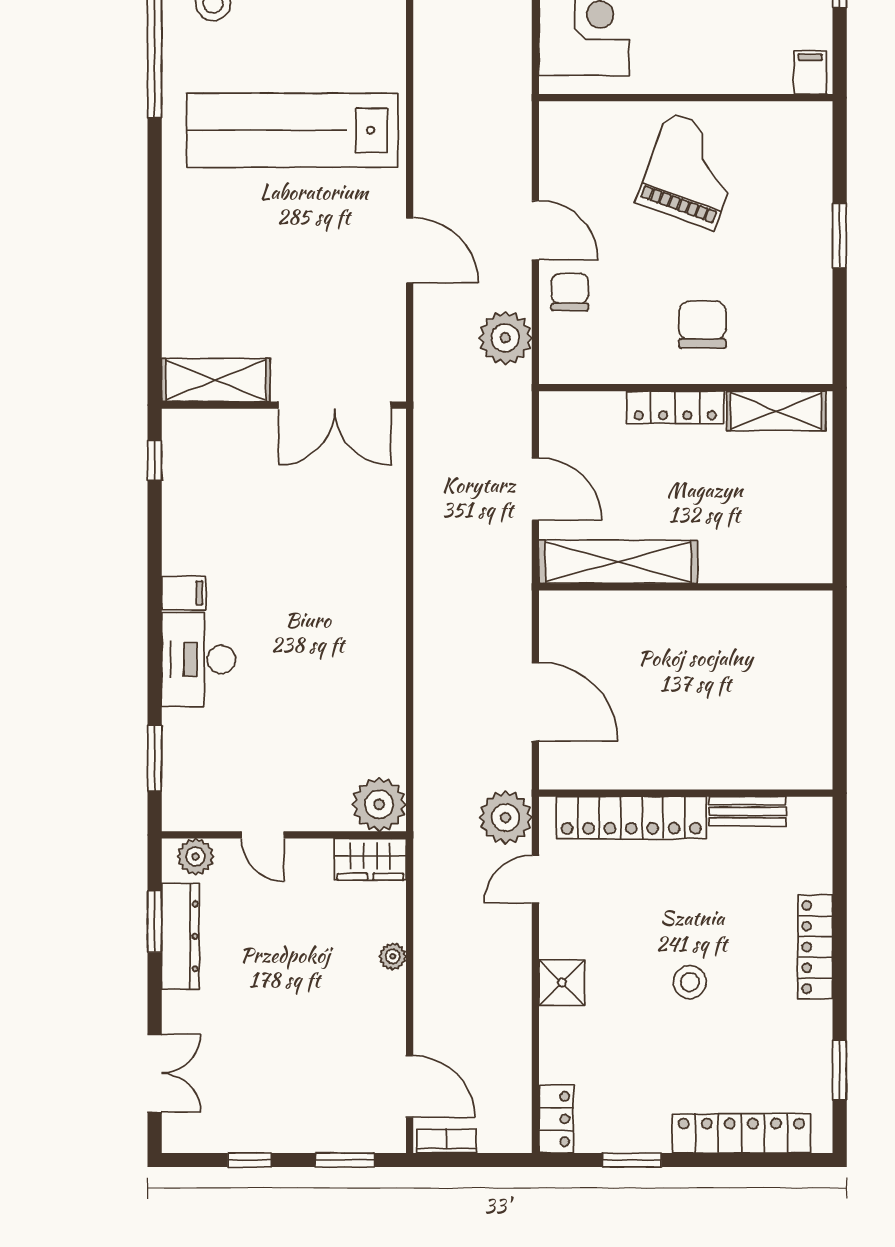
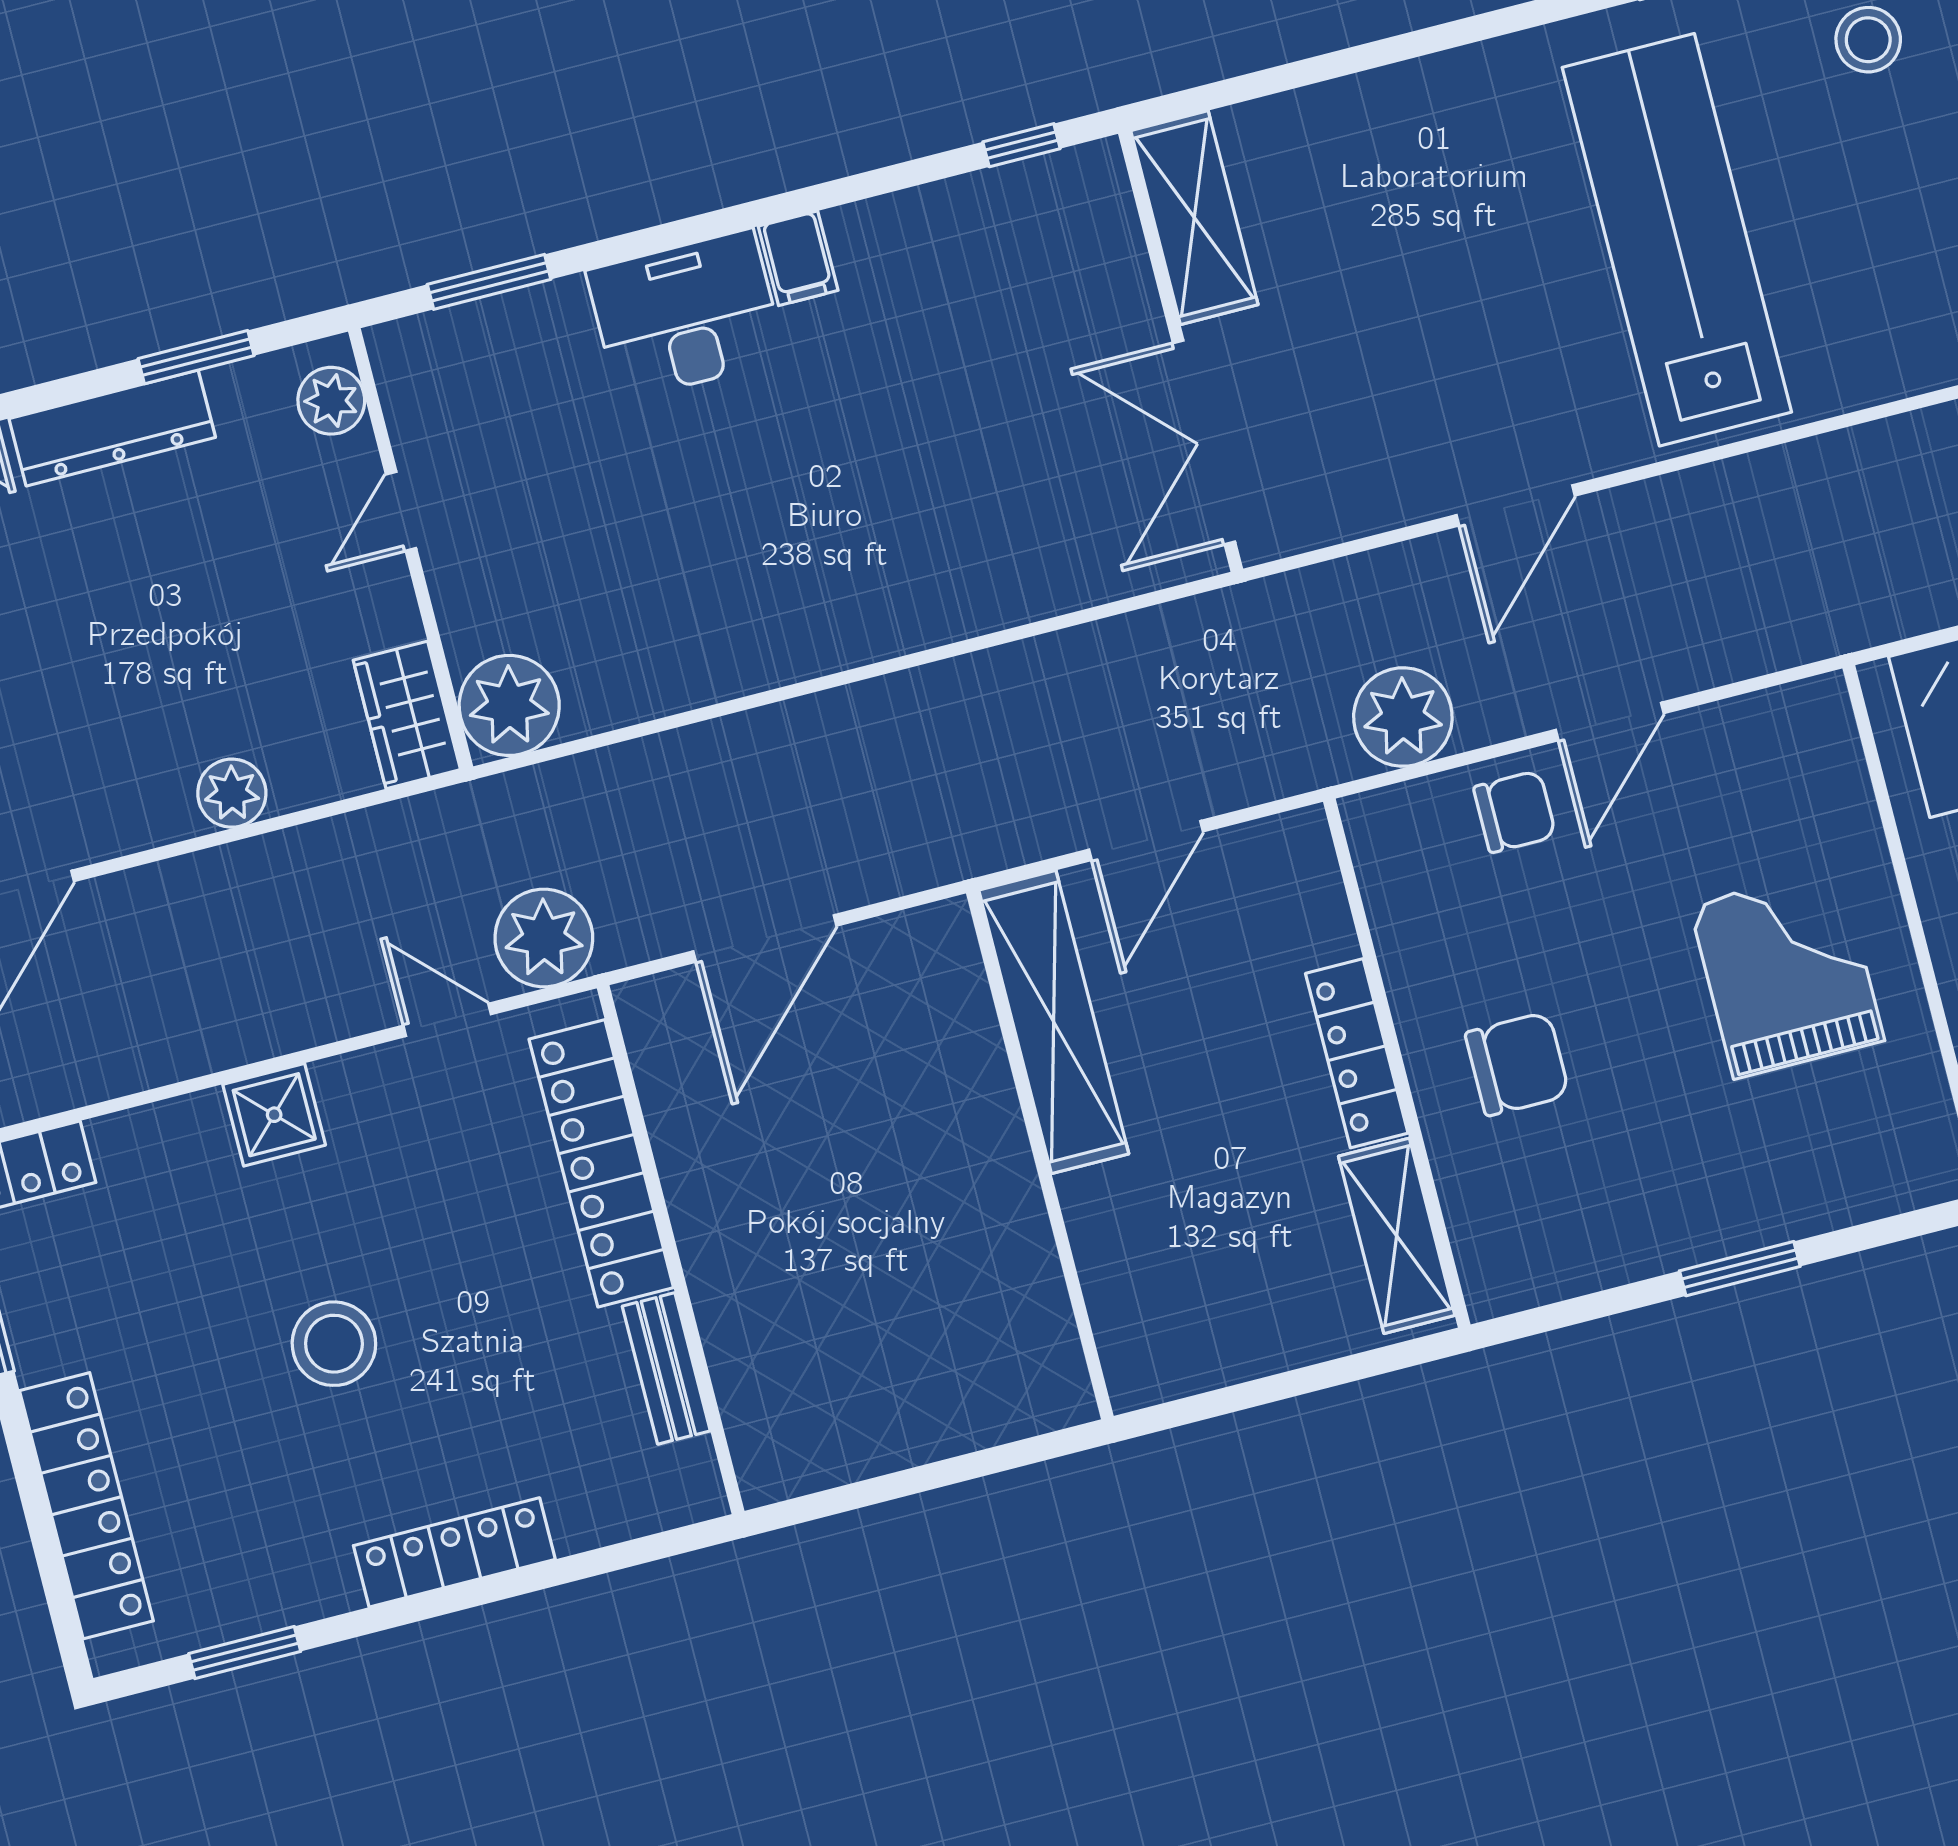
grand piano: (691, 171) -> (1787, 973), turned -110
dresser: (180, 936) -> (112, 428), moved
plant: (393, 956) -> (232, 793), width x1.38, depth x1.38
stool: (690, 982) -> (334, 1344), width x1.38, depth x1.38

